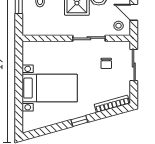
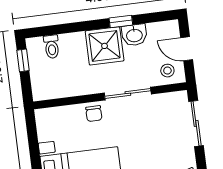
chair: (106, 63) -> (94, 114), moved

